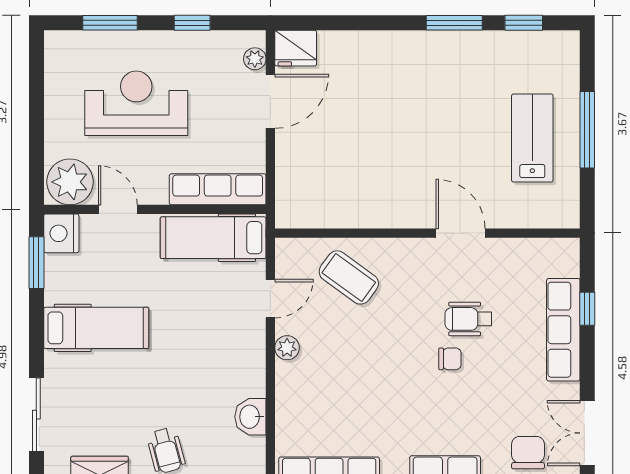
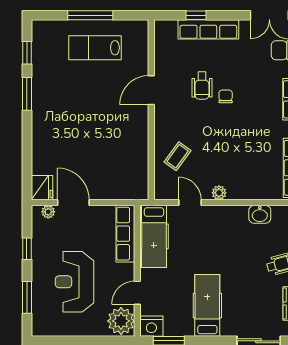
coffee table: (349, 277) -> (178, 156), width x0.73, depth x0.77

